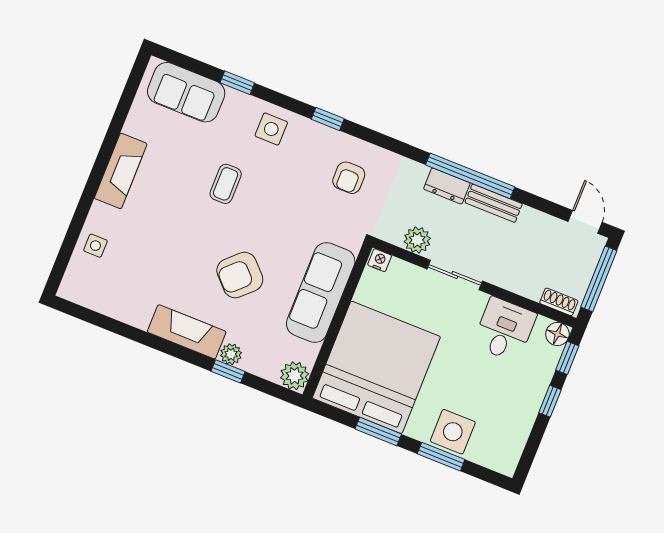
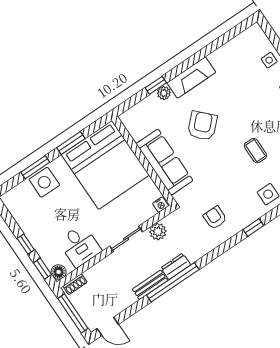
plant: (295, 376) -> (130, 119), removed

